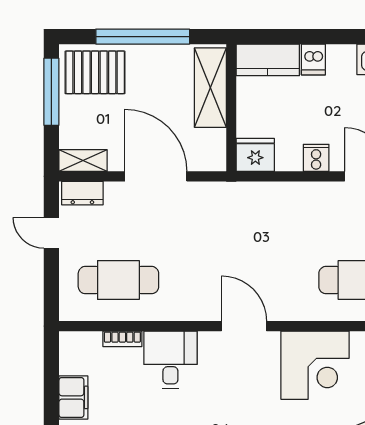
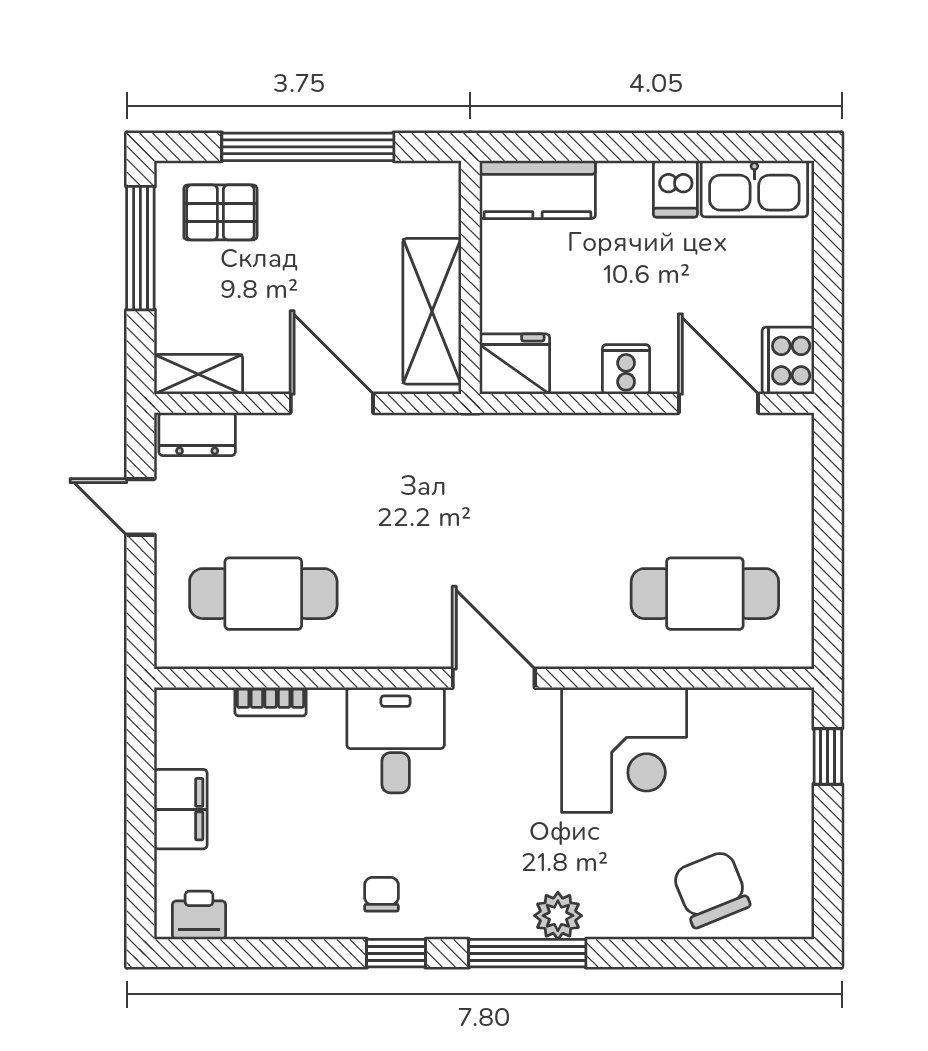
dishwasher: (313, 59) -> (675, 189), moved
pallet: (95, 72) -> (220, 212), width x0.67, depth x0.71
shelving: (210, 88) -> (432, 311), moved
door: (156, 176) -> (332, 403), width x0.73
desk: (170, 360) -> (396, 740), moved

